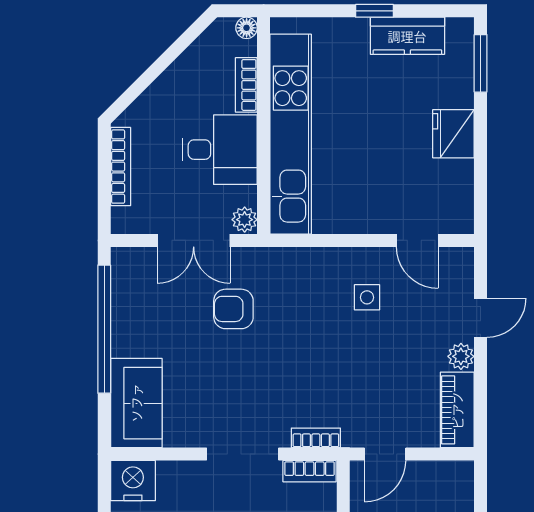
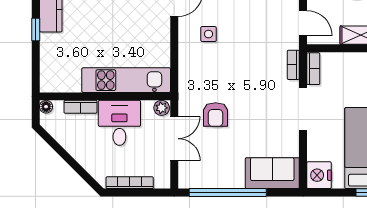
kitchen unit: (291, 134) -> (126, 80), width x0.73

